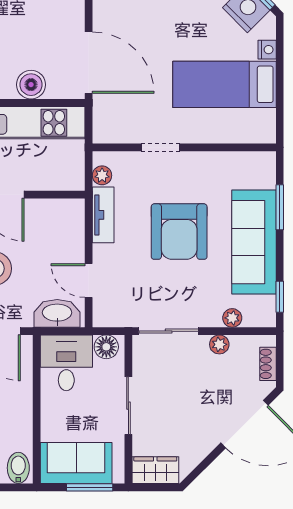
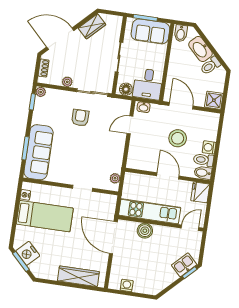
nightstand: (267, 50) -> (25, 195), moved
tv unit: (103, 215) -> (117, 158), removed
armchair: (179, 232) -> (80, 118), moved, width x0.53, depth x0.53
sofa: (254, 242) -> (39, 152), moved
door: (89, 281) -> (130, 125), swing flipped
washbasin: (57, 313) -> (144, 107), width x0.52, depth x0.69
plant: (232, 318) -> (41, 92), moved
wardrobe: (155, 470) -> (92, 26), moved, turned -45

